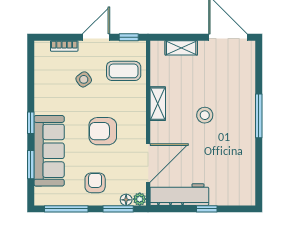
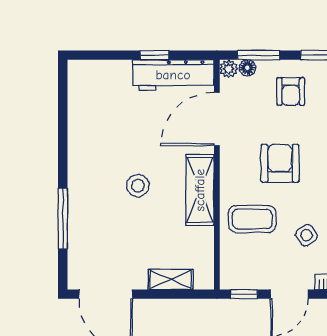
coffee table: (124, 71) -> (252, 219), moved
shelving: (158, 104) -> (200, 190), width x1.50, depth x1.33
window: (259, 116) -> (63, 218), moved
armchair: (103, 131) -> (280, 163), turned -90
window: (207, 209) -> (154, 55), moved

